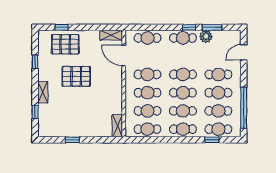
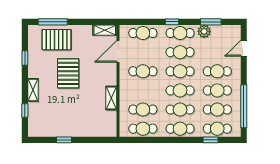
window: (62, 27) -> (53, 22), width x2.17
window: (189, 27) -> (172, 22), moved
door: (124, 55) -> (118, 51), hinge flipped
pallet: (76, 76) -> (68, 73), turned 90
cafe table: (148, 93) -> (180, 52), moved
shelving: (117, 126) -> (111, 98), moved

